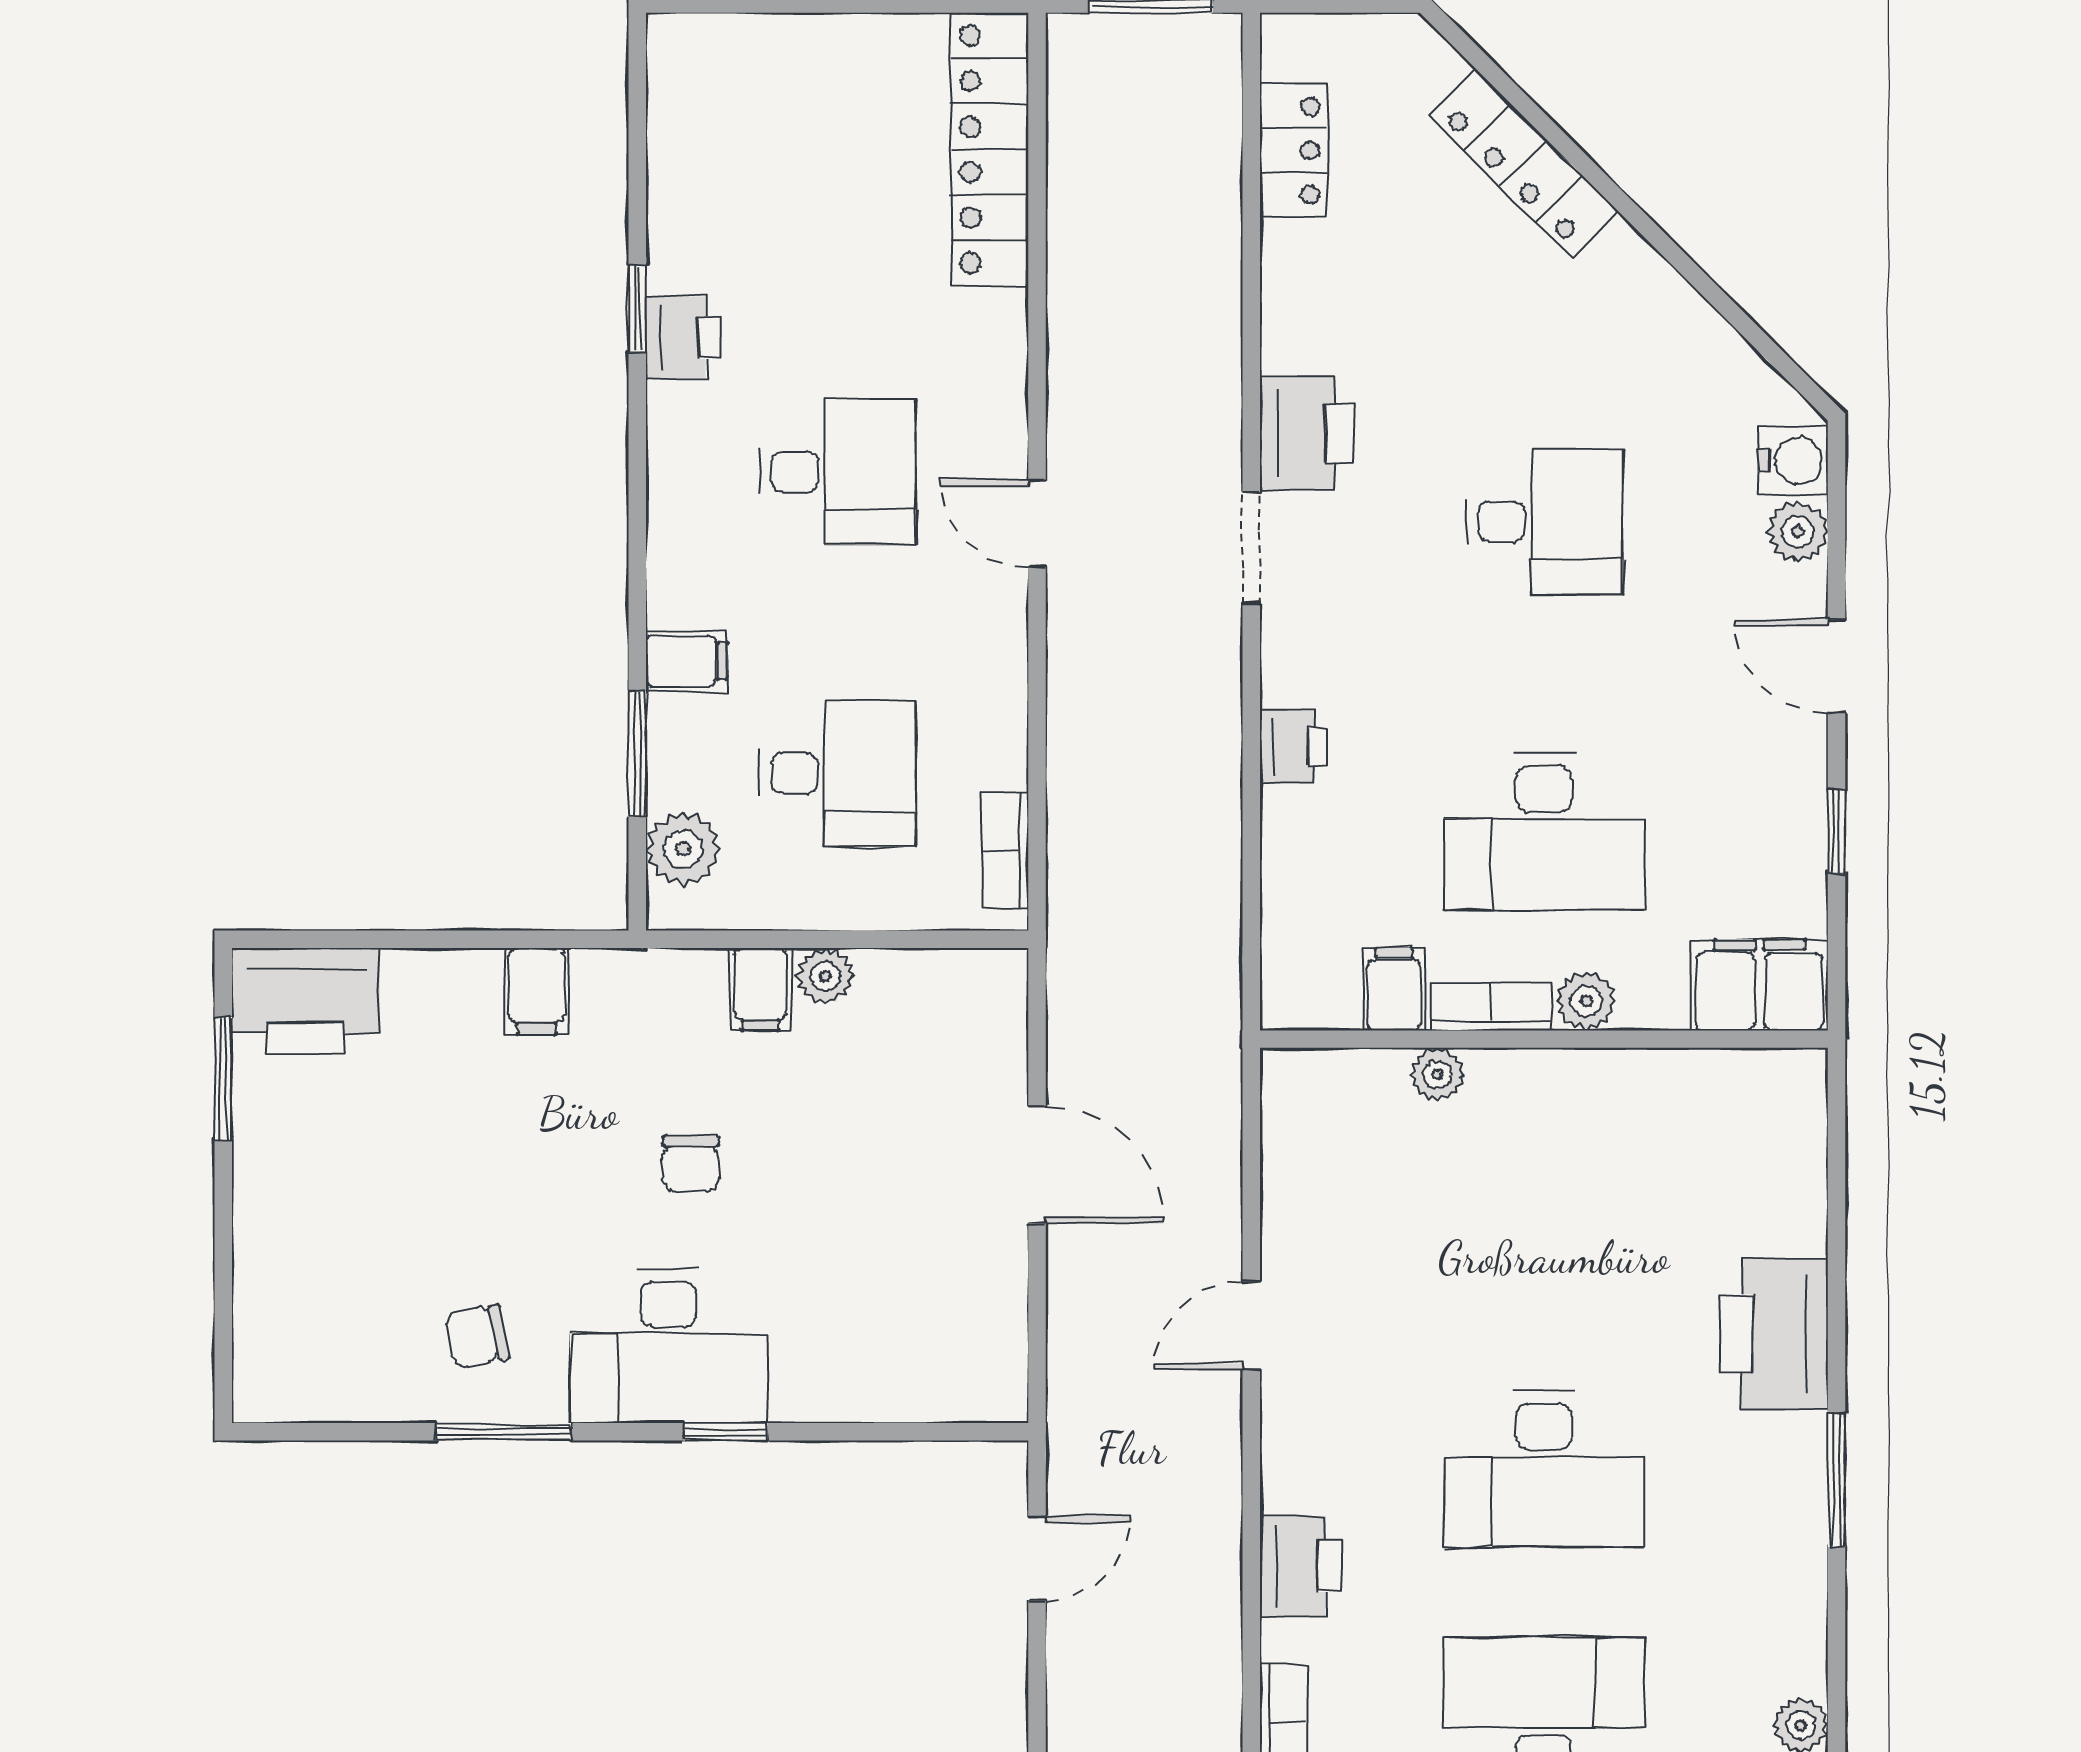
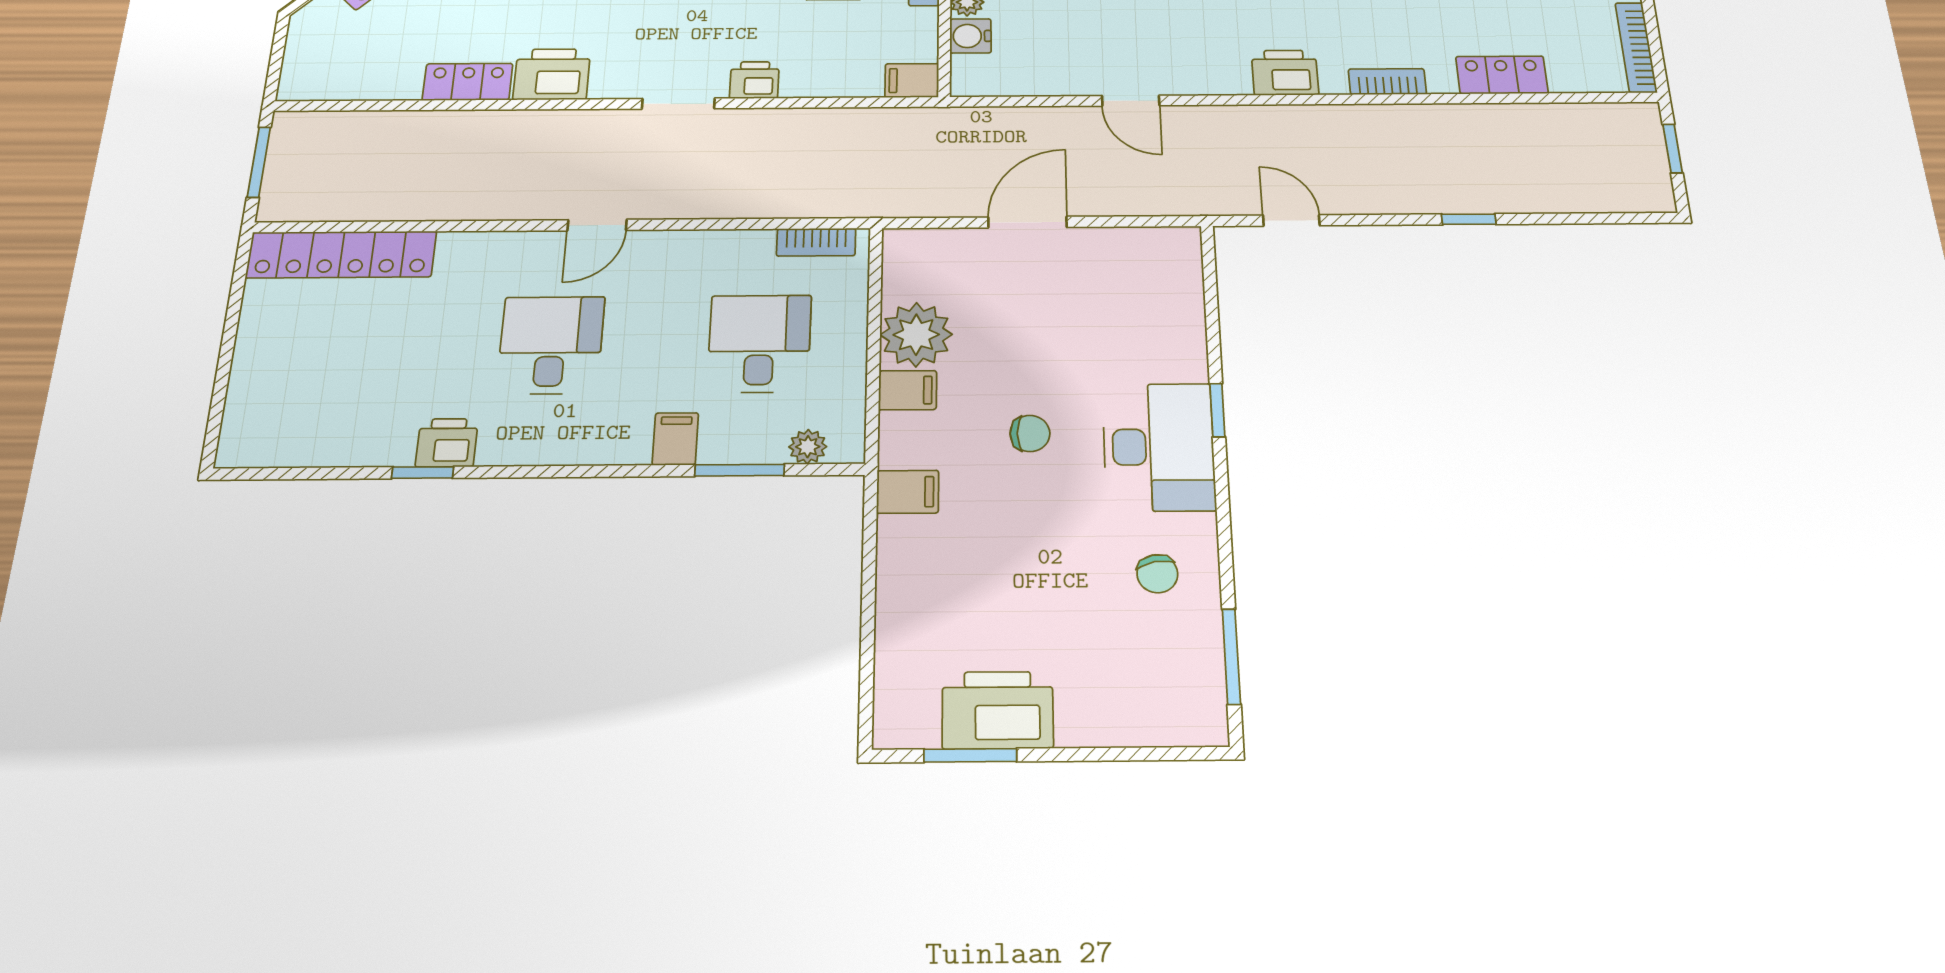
locker: (1293, 151) -> (468, 82), moved
doorway: (1251, 548) -> (678, 104), moved
plant: (683, 849) -> (808, 447), width x0.73, depth x0.73
plant: (825, 976) -> (916, 335), width x1.88, depth x1.88
filing cabinet: (1394, 989) -> (912, 80), moved
filing cabinet: (536, 991) -> (908, 492), moved
printer: (306, 1001) -> (998, 710), moved, turned -90
water cooler: (1373, 1080) -> (971, 36), added
window: (504, 1432) -> (1231, 656), moved

